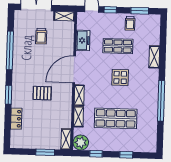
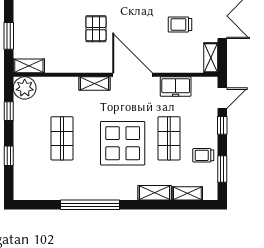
display table: (120, 77) -> (123, 143), width x1.86, depth x1.86
shelving: (78, 117) -> (187, 193), moved
shop shelf: (116, 118) -> (62, 138), width x0.70, depth x0.74

